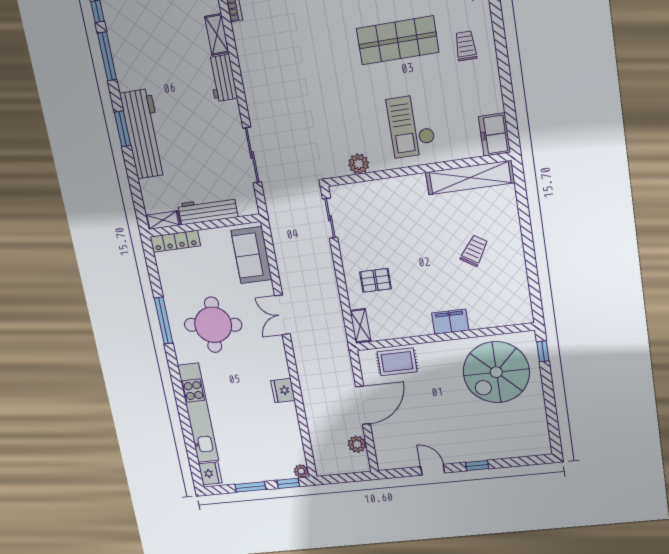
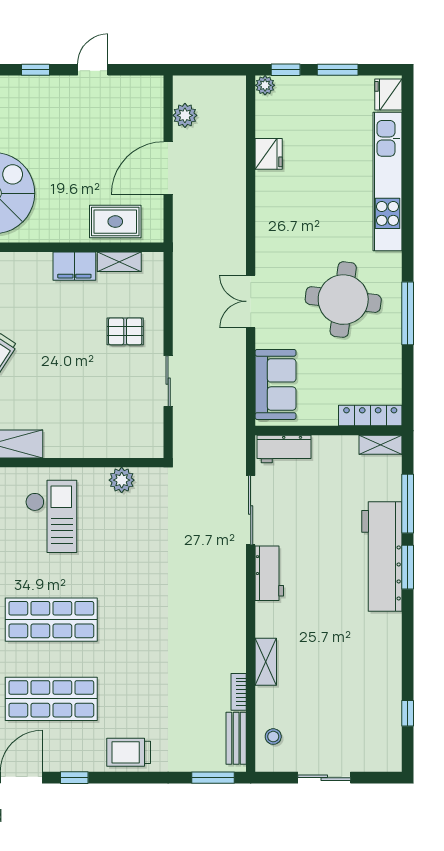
window: (107, 56) -> (408, 504), moved
workbench: (222, 78) -> (269, 573), moved
workbench: (208, 210) -> (284, 449), moved, width x0.73
sliding door: (330, 218) -> (168, 381), moved
double door: (282, 315) -> (251, 301), swing flipped
filing cabinet: (450, 322) -> (74, 266), moved
shelving: (360, 326) -> (119, 262), moved, turned 90
fridge: (283, 391) -> (269, 154), moved
door: (433, 470) -> (93, 70), swing flipped

